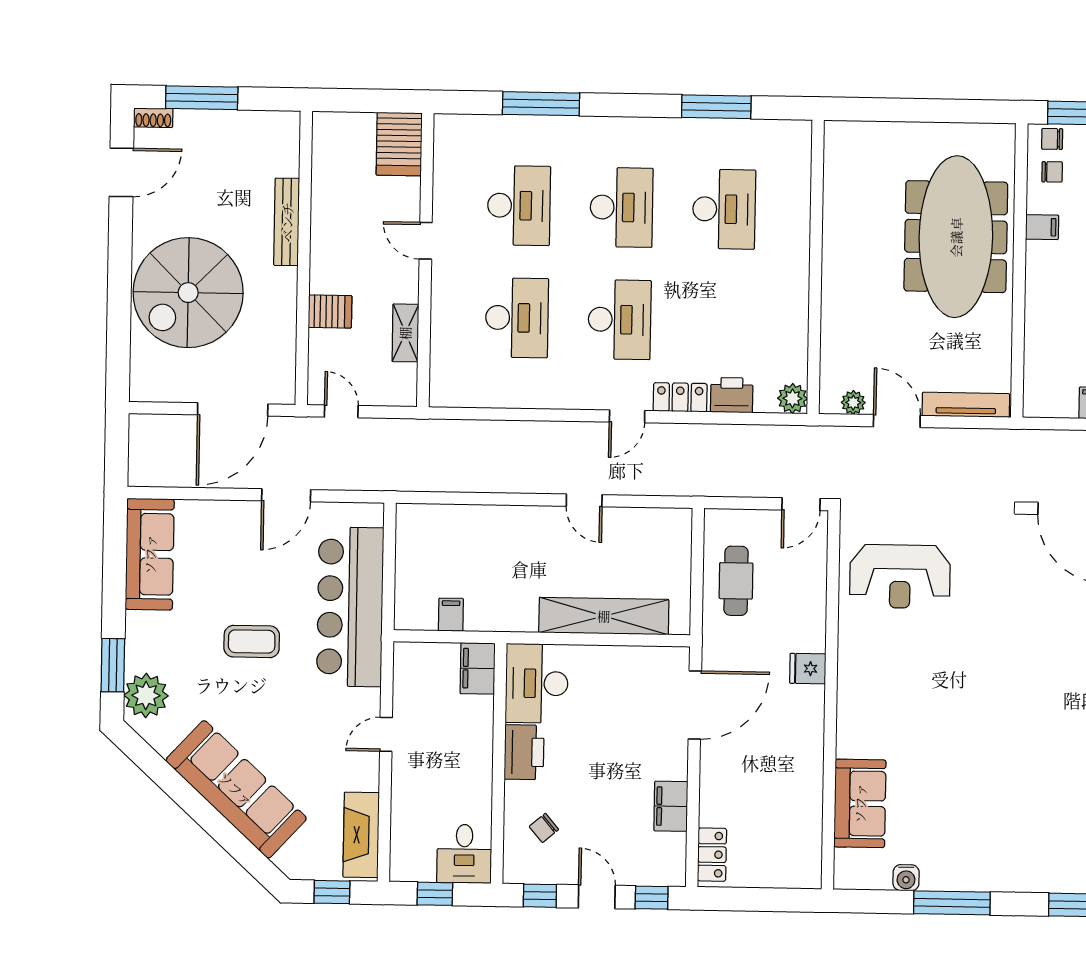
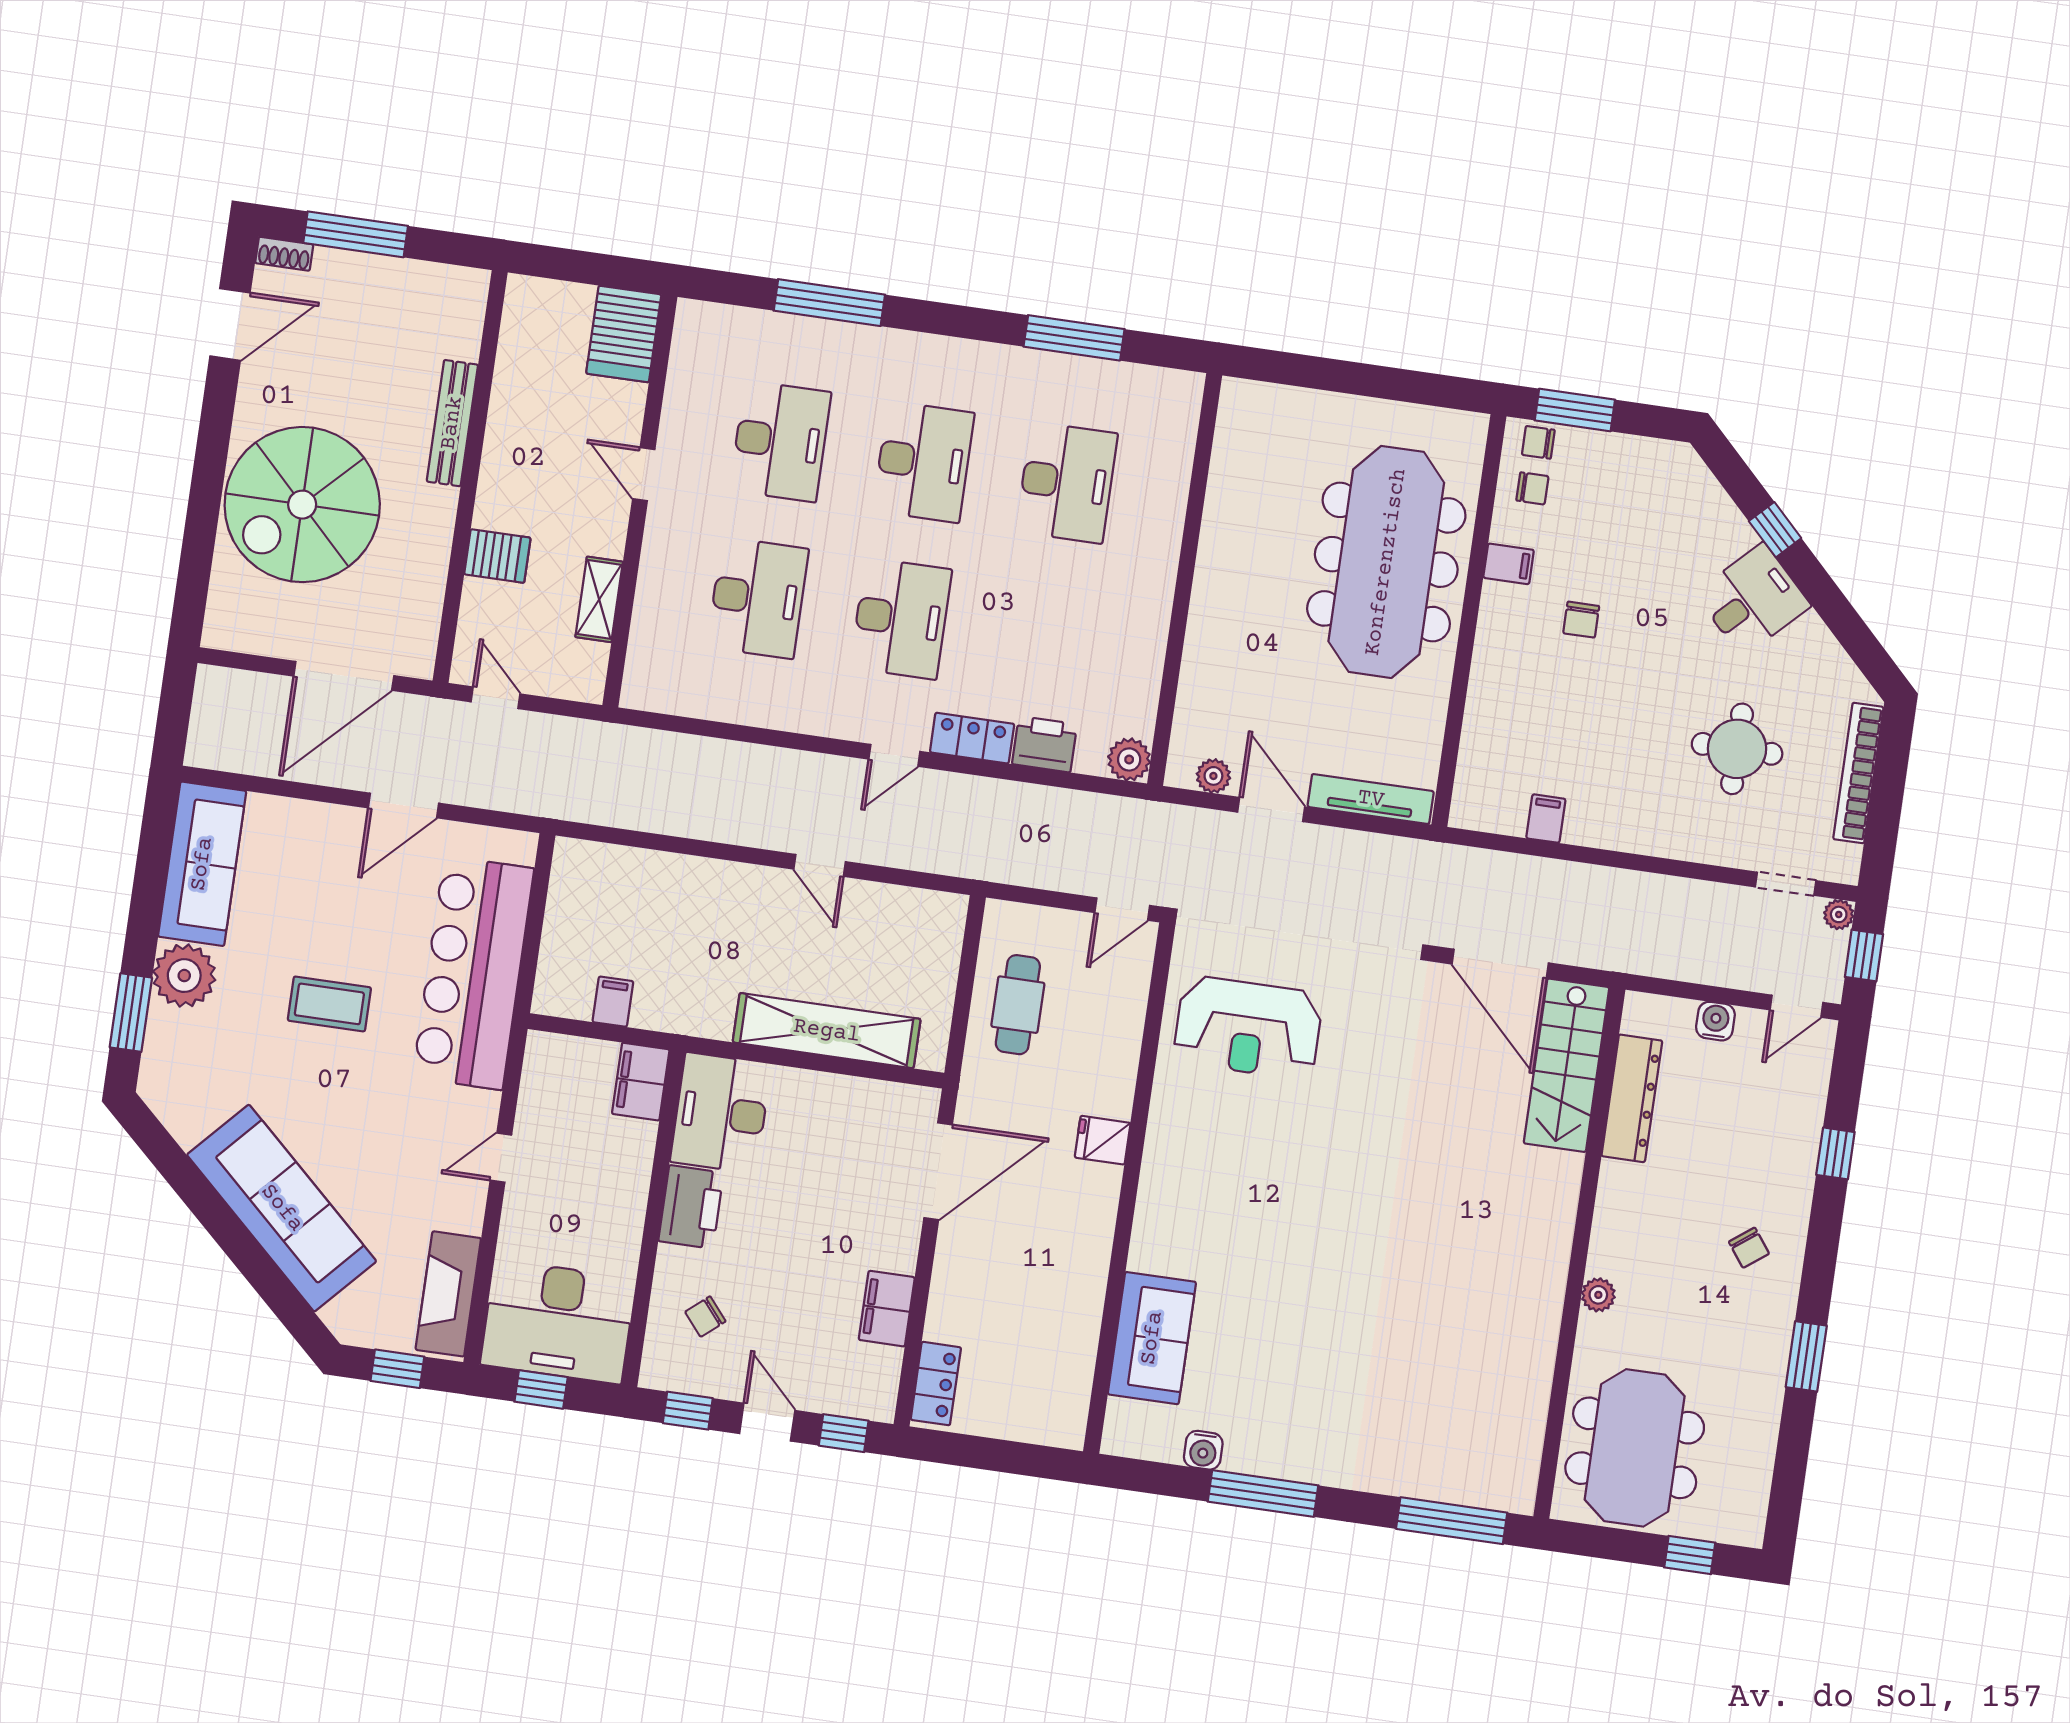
plant: (146, 695) -> (184, 976), moved
desk: (464, 854) -> (558, 1322), width x1.87, depth x1.30

